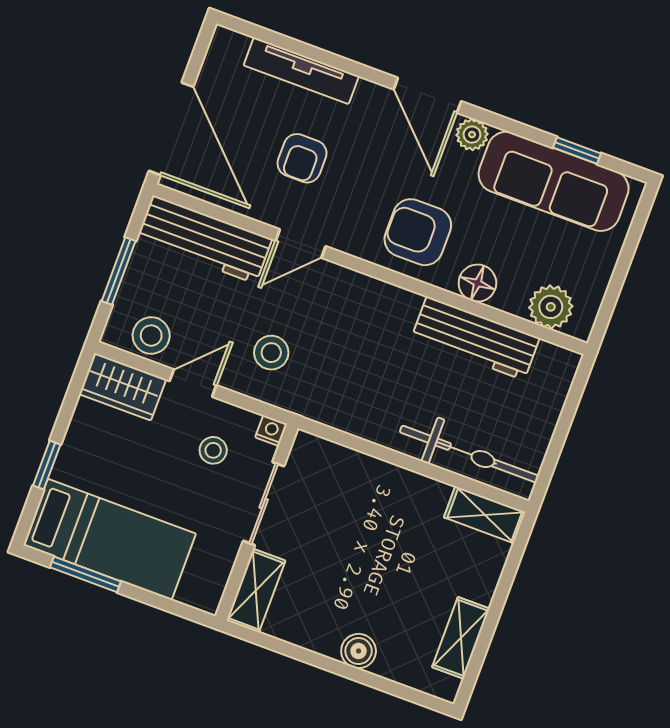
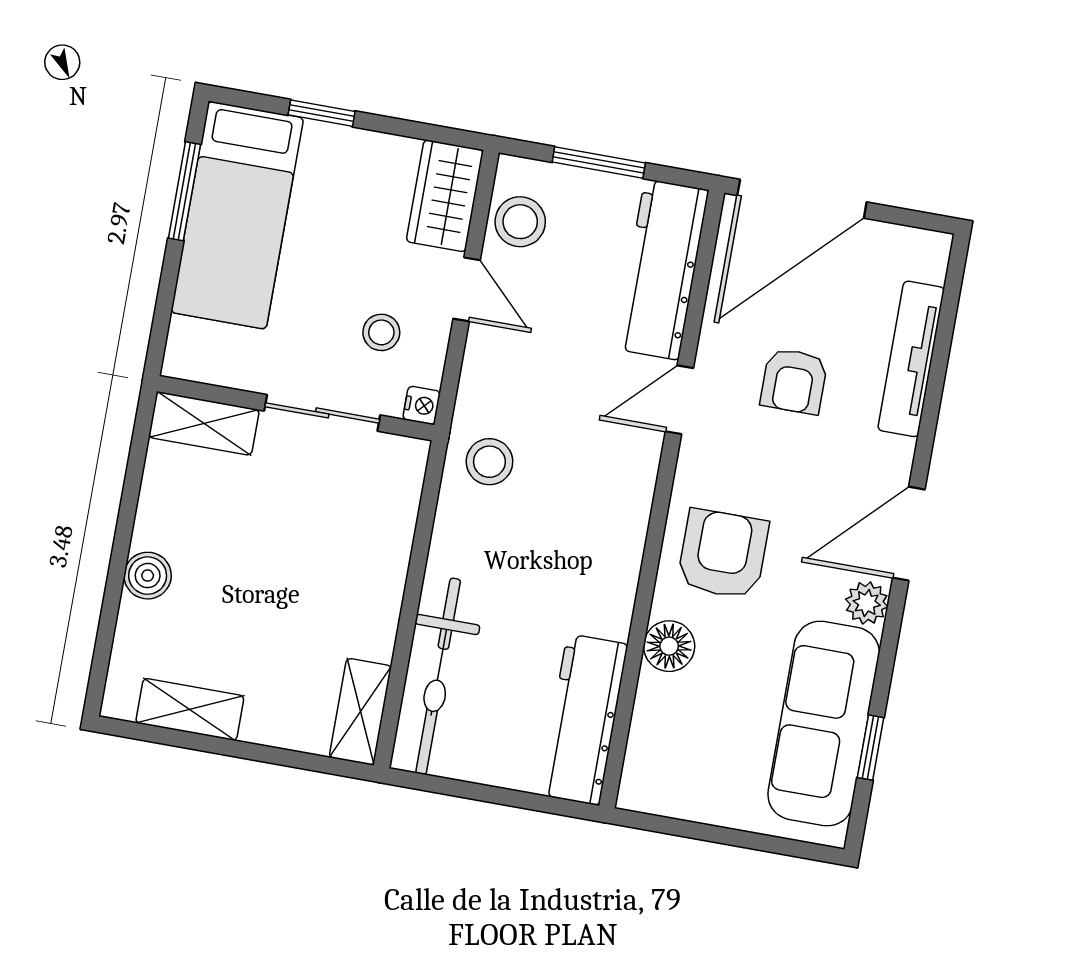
armchair: (302, 158) -> (794, 381), turned -90
door: (301, 244) -> (679, 400), hinge flipped
plant: (551, 307) -> (655, 750), removed
workbench: (475, 338) -> (583, 720), moved
stool: (271, 353) -> (489, 462), moved

